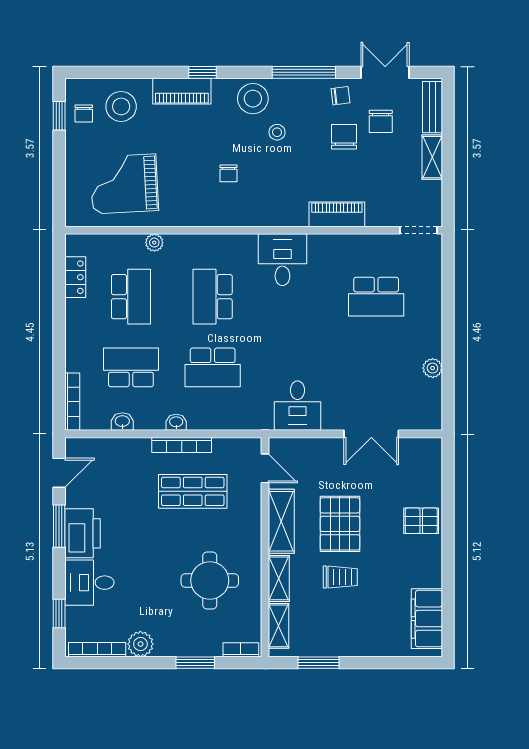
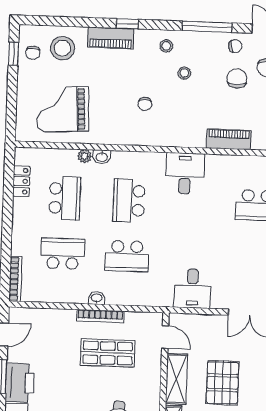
stool: (253, 99) -> (166, 46), width x0.53, depth x0.53
washbasin: (122, 422) -> (102, 157), moved, turned 180

